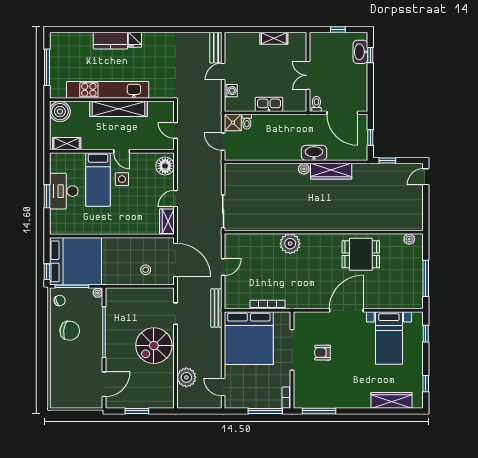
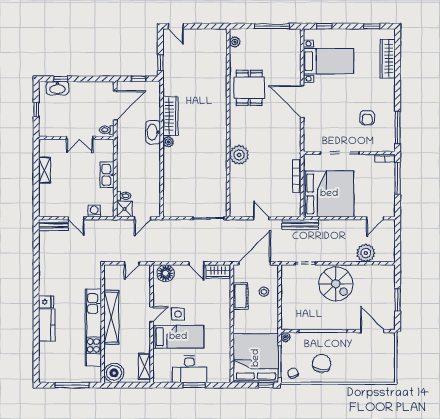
cot: (141, 245) -> (241, 296), added
armchair: (323, 353) -> (367, 118), moved

